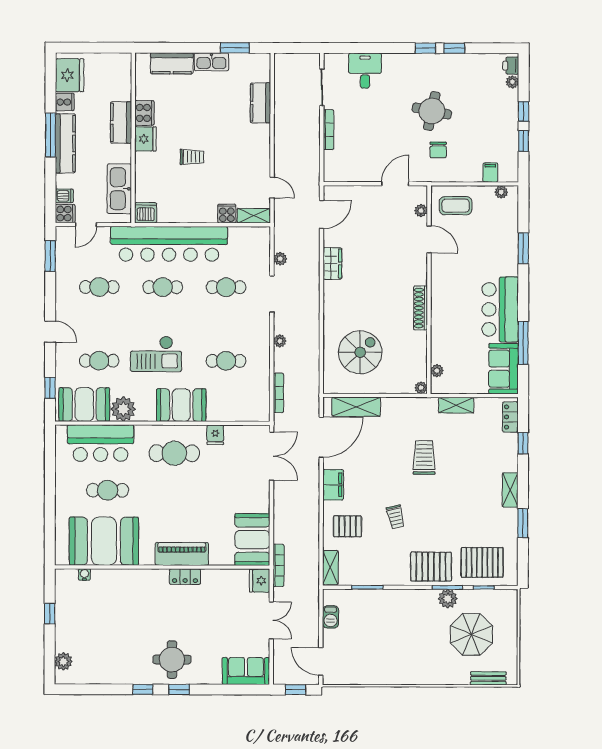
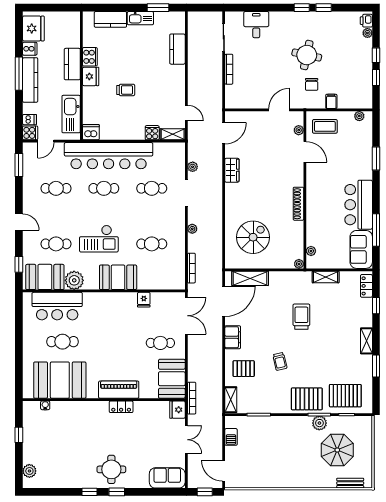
filing cabinet: (490, 173) -> (331, 101), moved
cafe table: (174, 453) -> (160, 343), moved, width x0.73, depth x0.74

